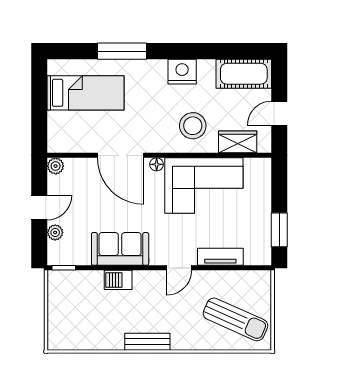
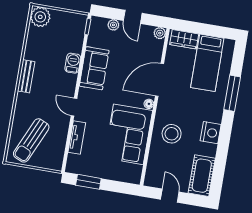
wardrobe: (238, 142) -> (184, 39), moved, turned 90
plant: (61, 336) -> (40, 17), added

